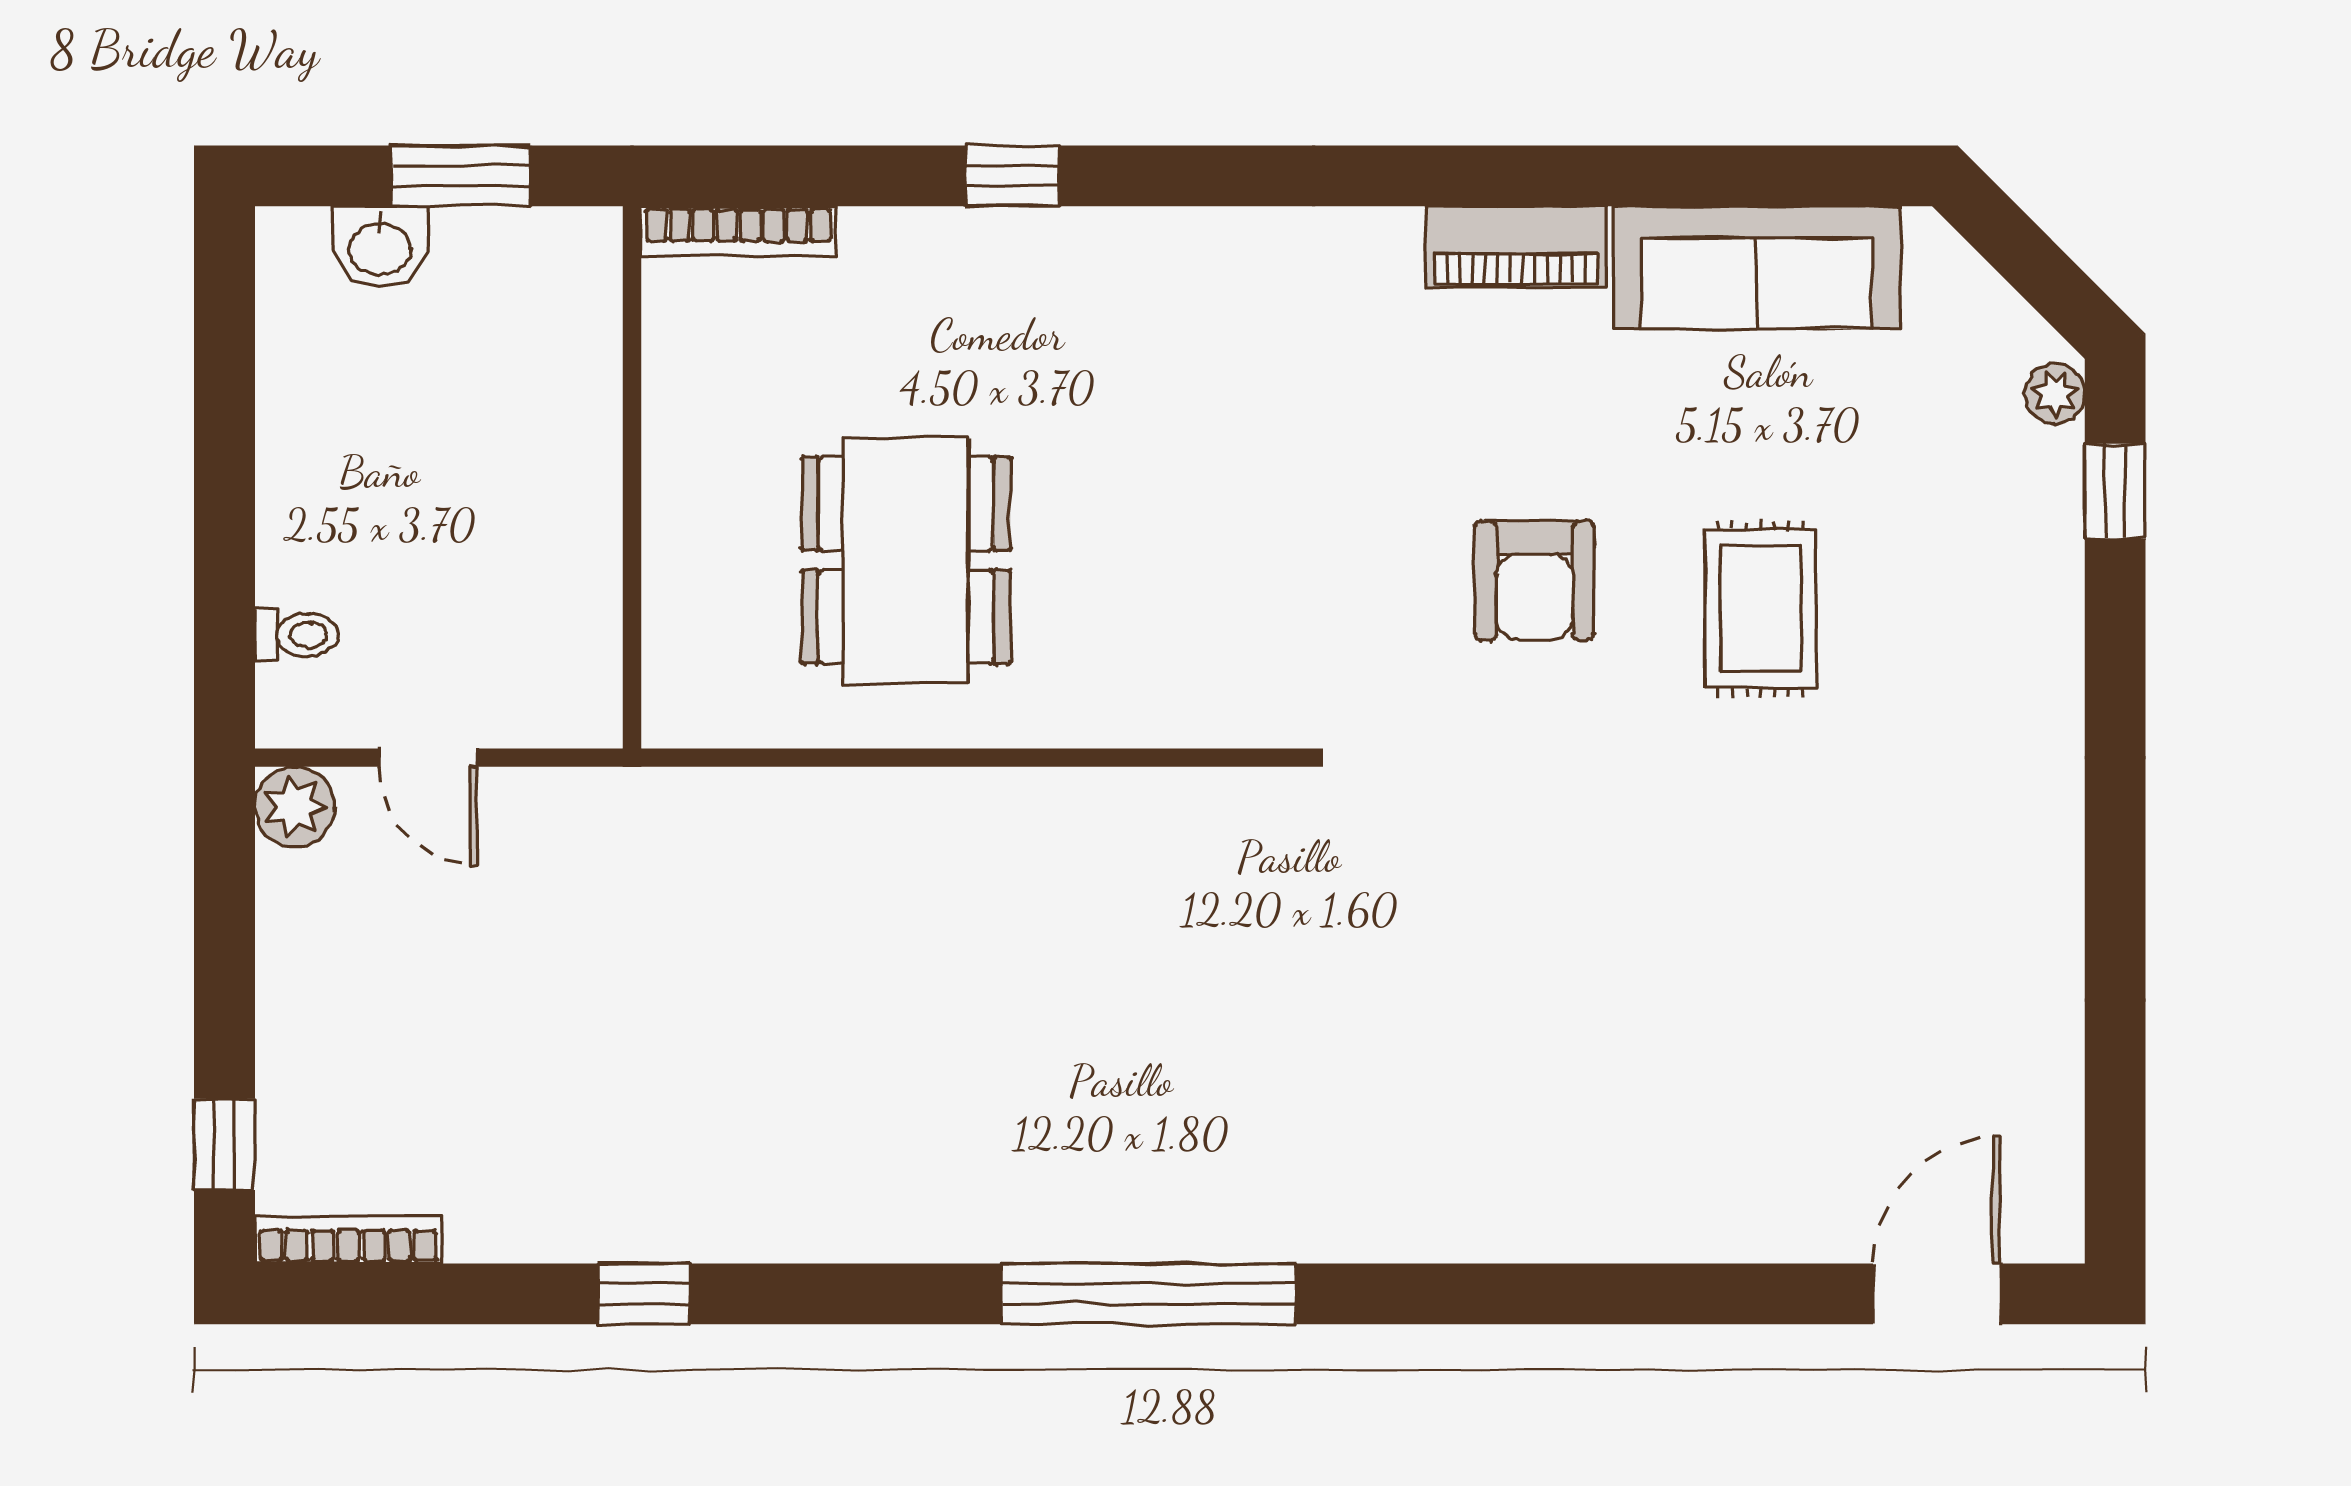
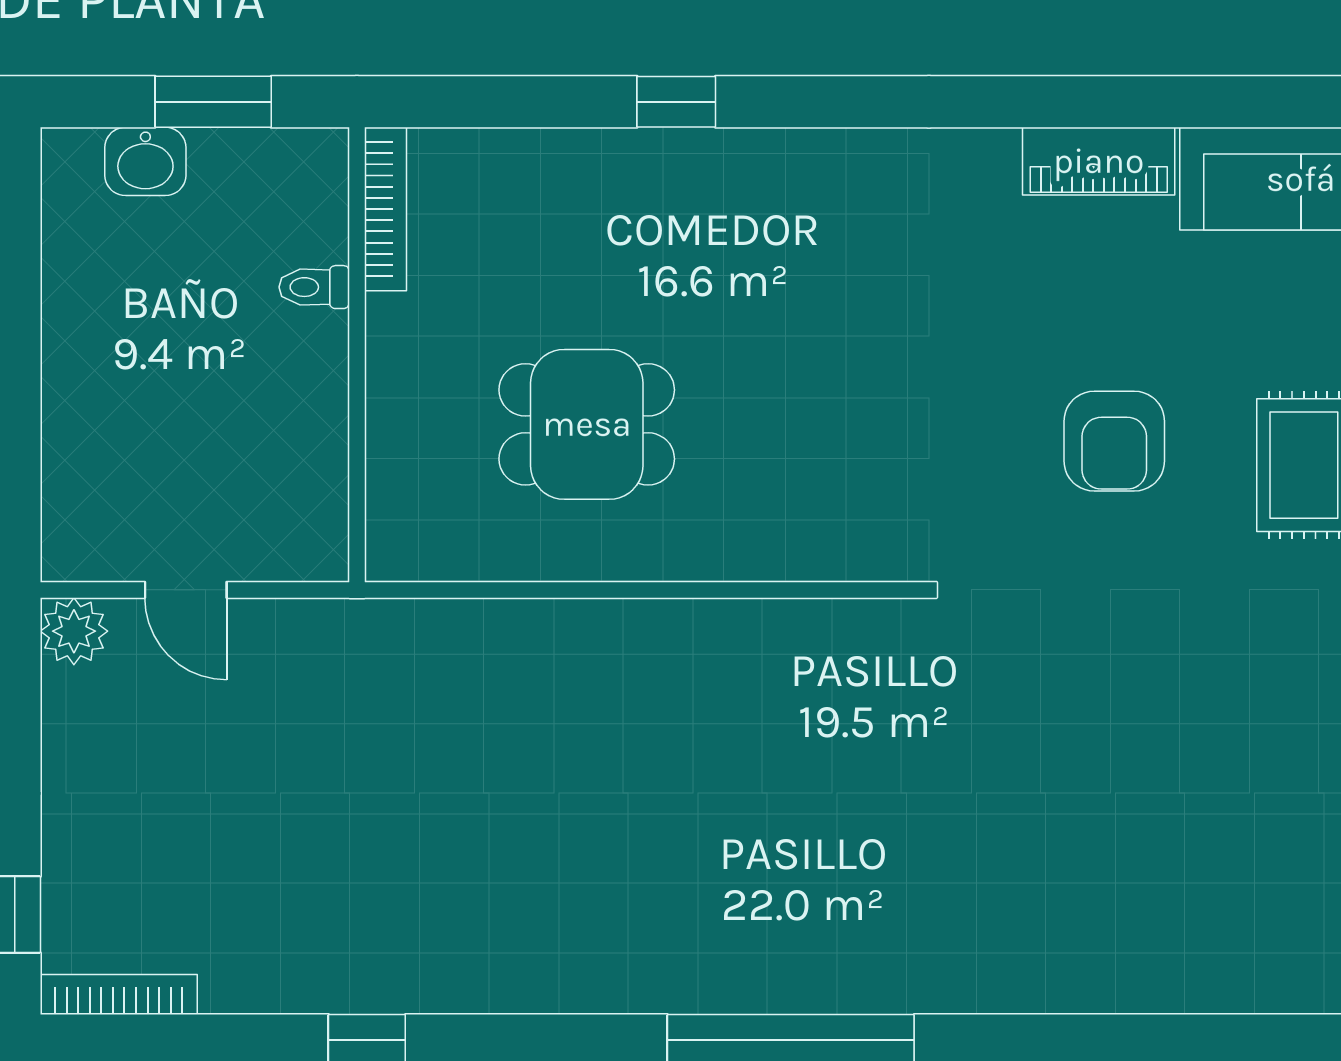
bookcase: (739, 231) -> (385, 209), moved, turned -90
dining table: (906, 560) -> (587, 424), width x0.73
toilet: (297, 635) -> (314, 287), moved, turned 180

